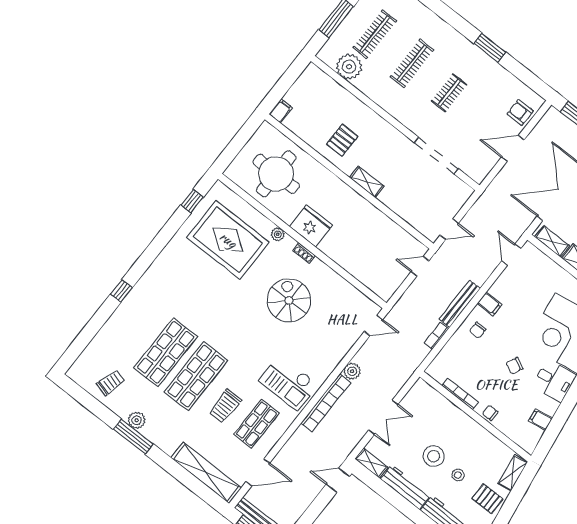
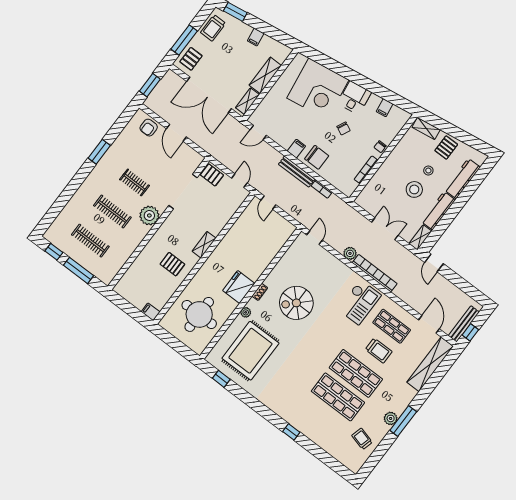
plant: (349, 67) -> (149, 216), moved
pallet: (457, 194) -> (212, 175), added
chair: (478, 330) -> (317, 157), width x1.87, depth x1.87

